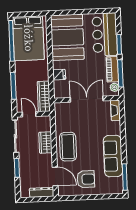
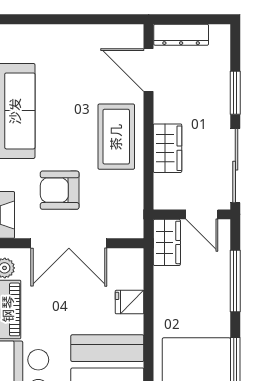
wardrobe: (44, 96) -> (167, 242), width x0.67
armchair: (86, 179) -> (60, 190), moved

